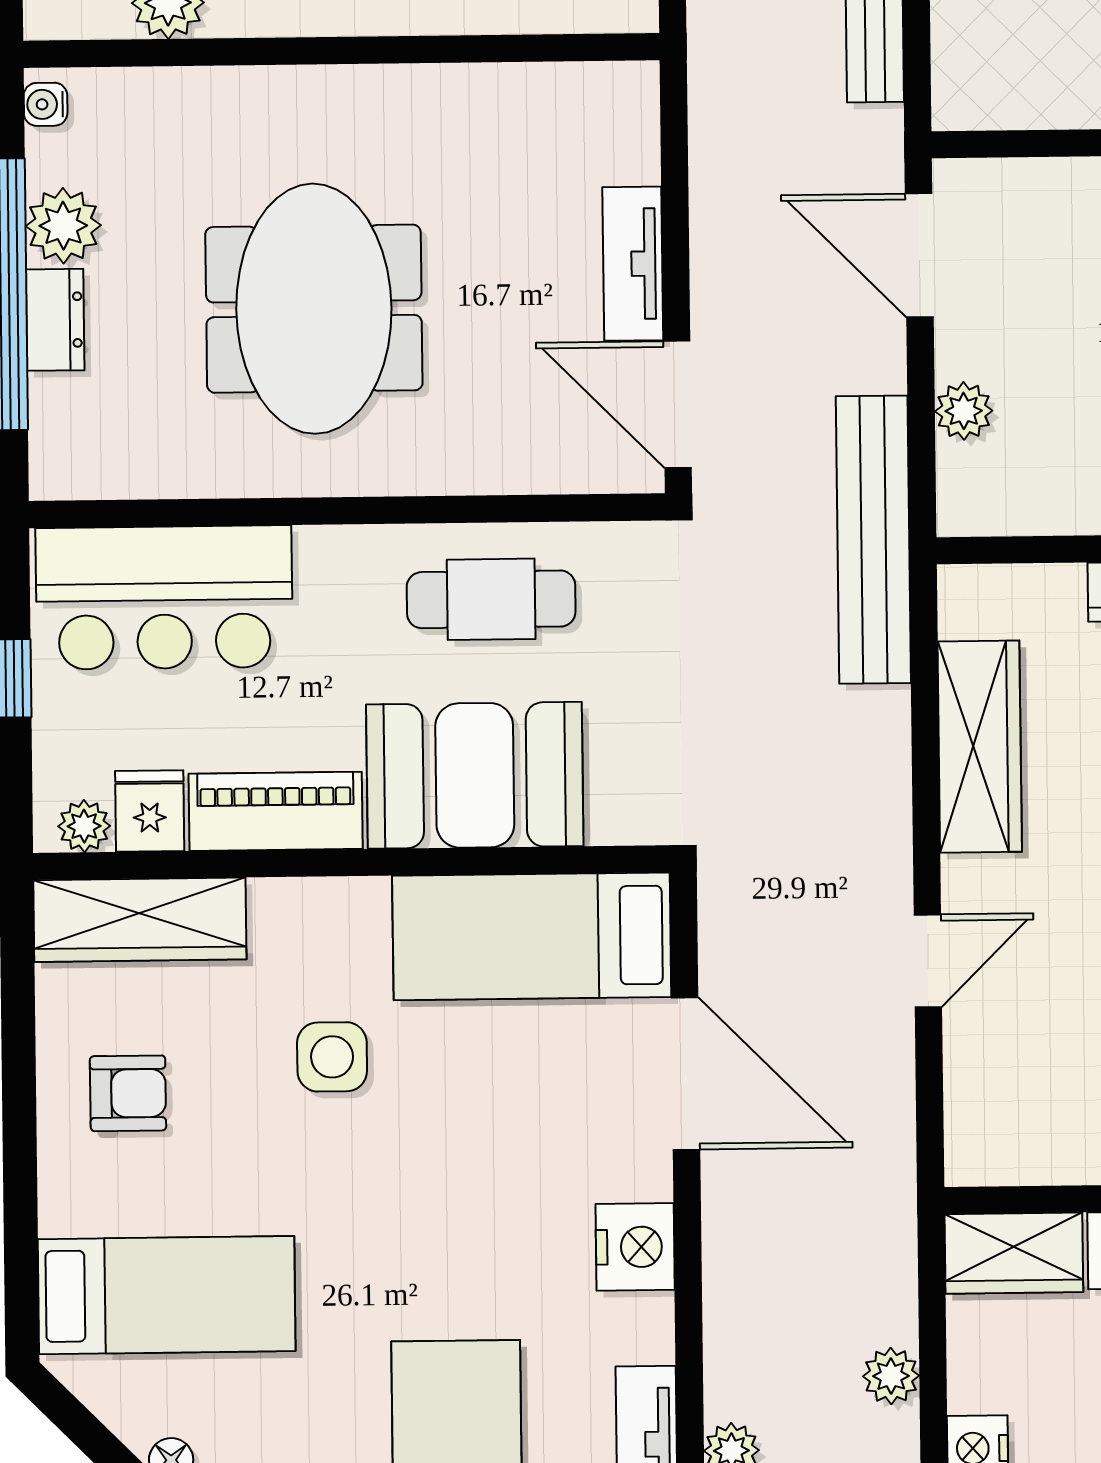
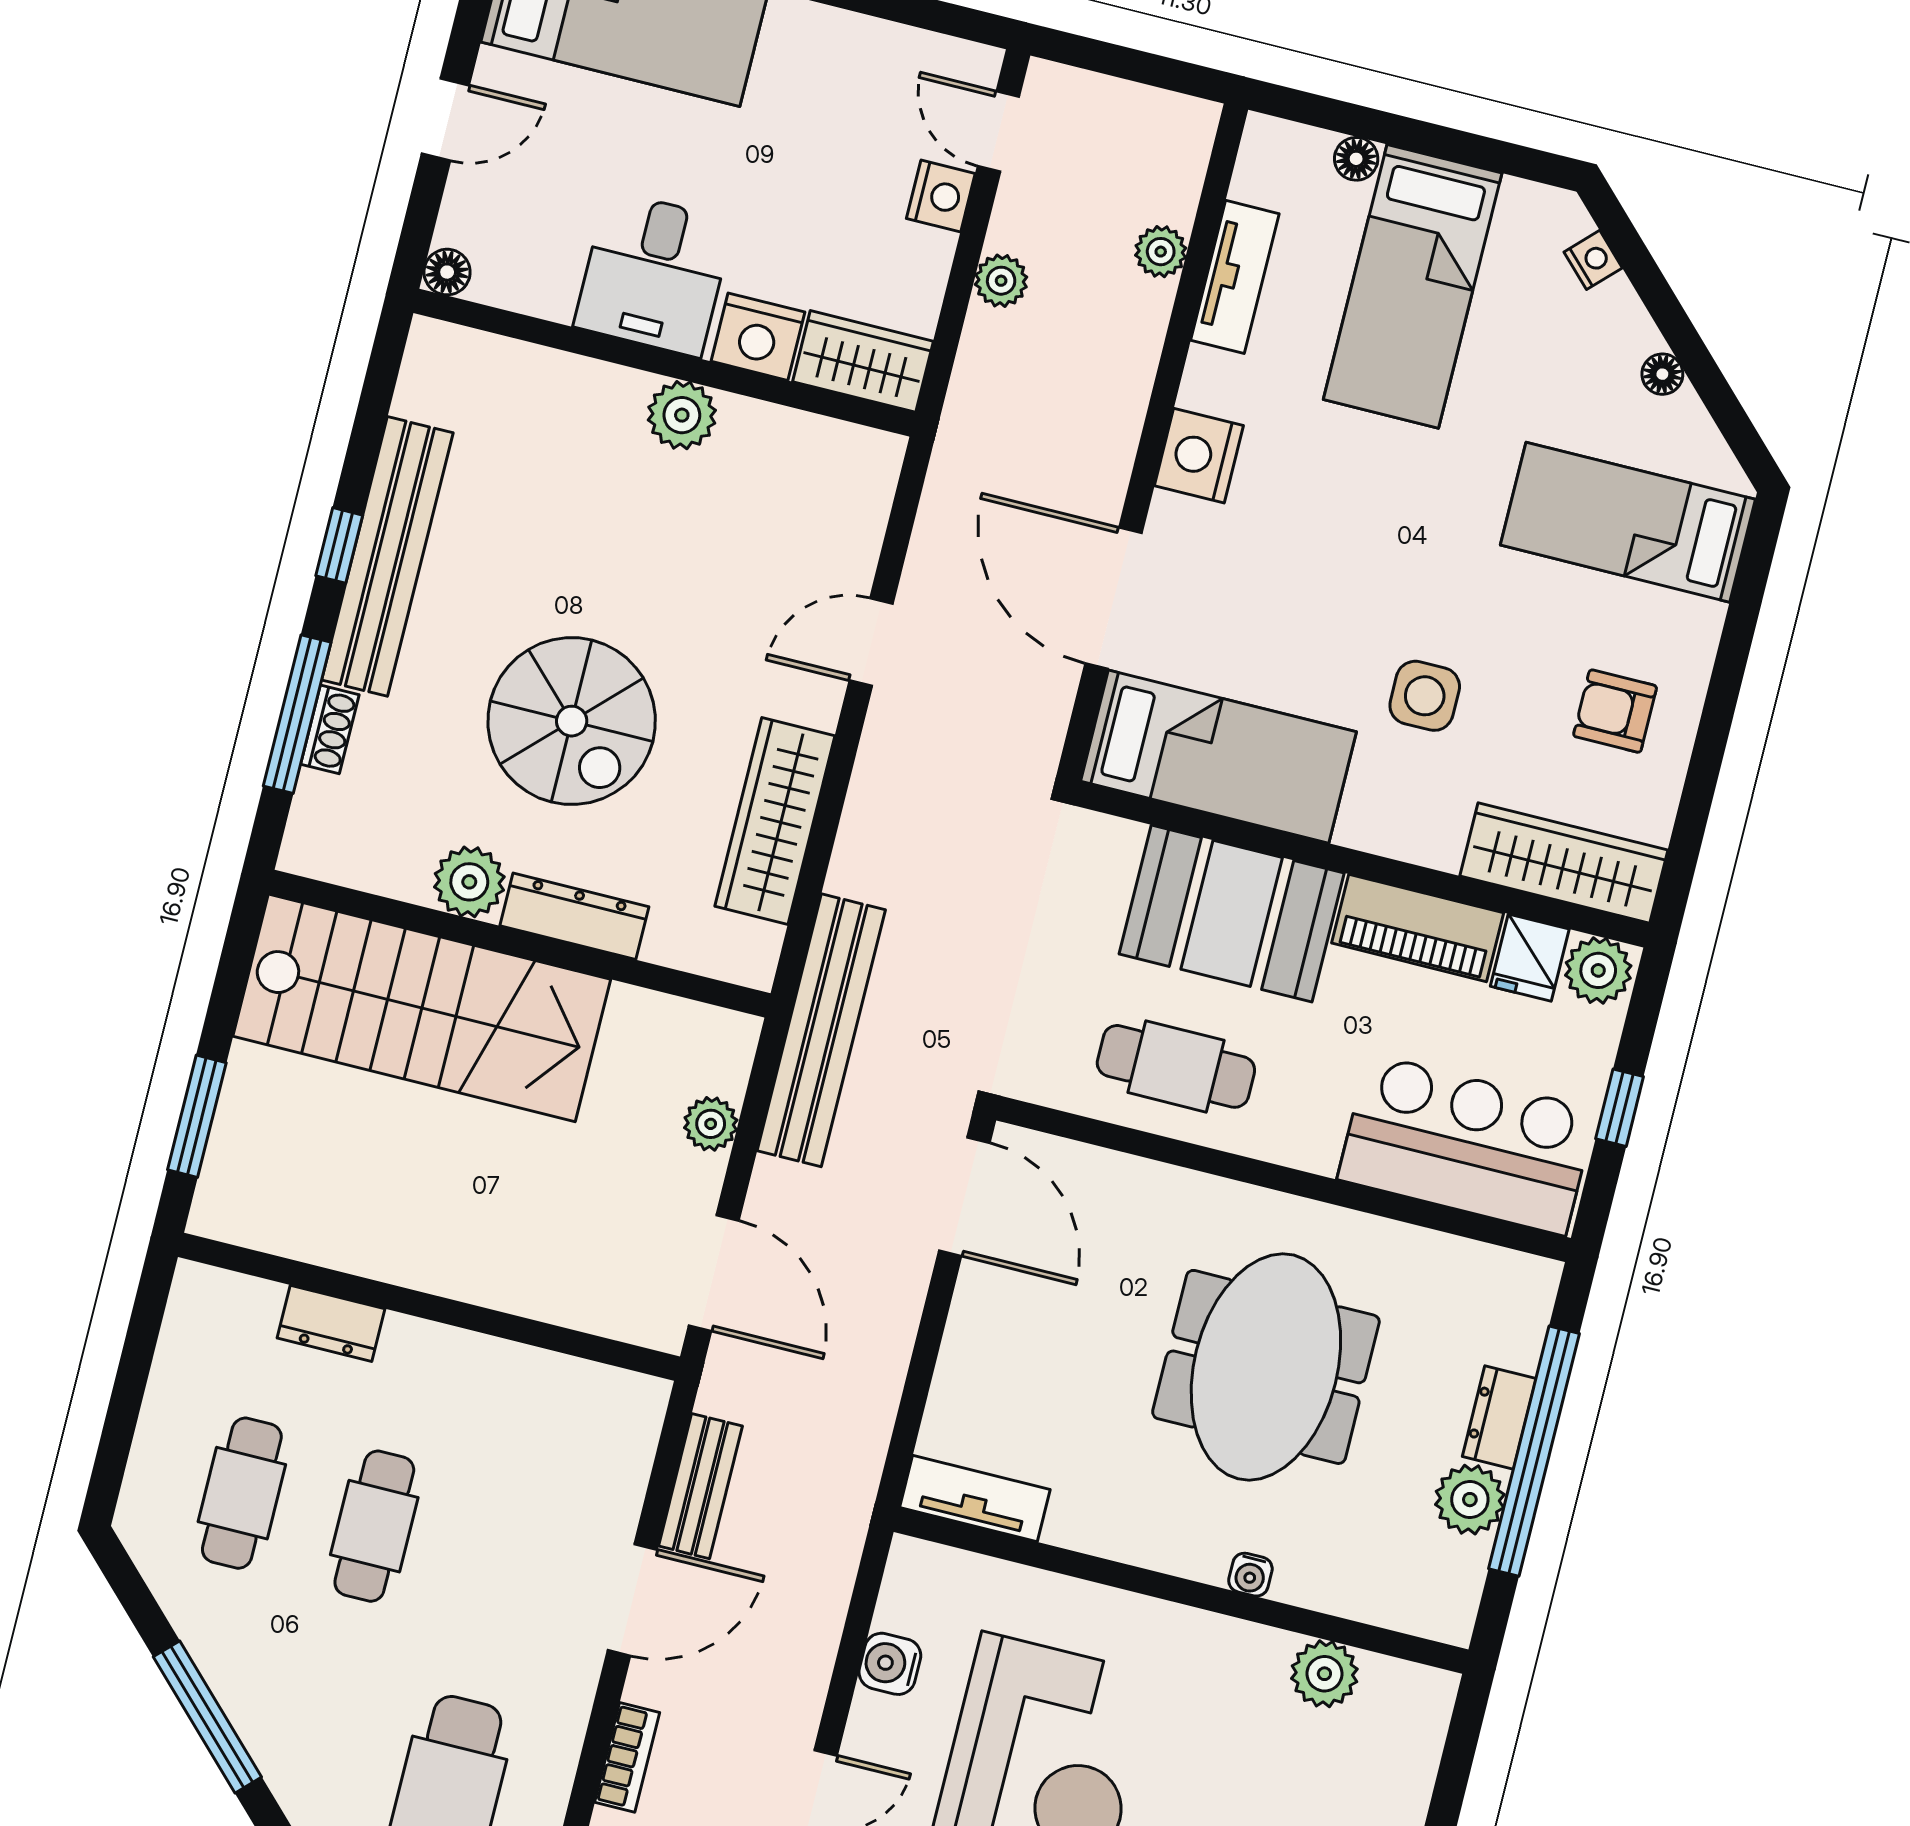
water cooler: (46, 104) -> (1250, 1575), moved, turned 90
tv unit: (633, 264) -> (975, 1499), moved, turned -90
plant: (84, 826) -> (1598, 970), width x1.38, depth x1.38

